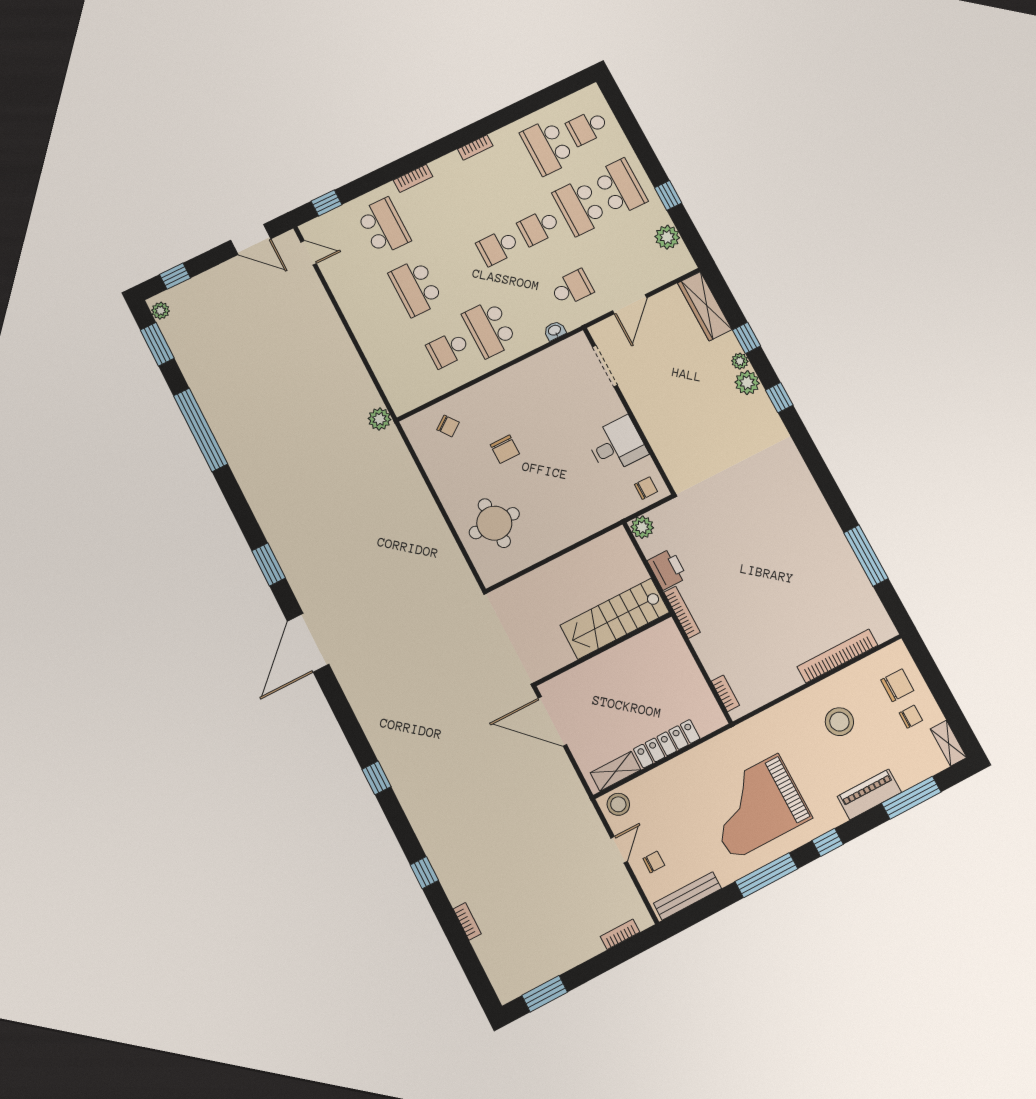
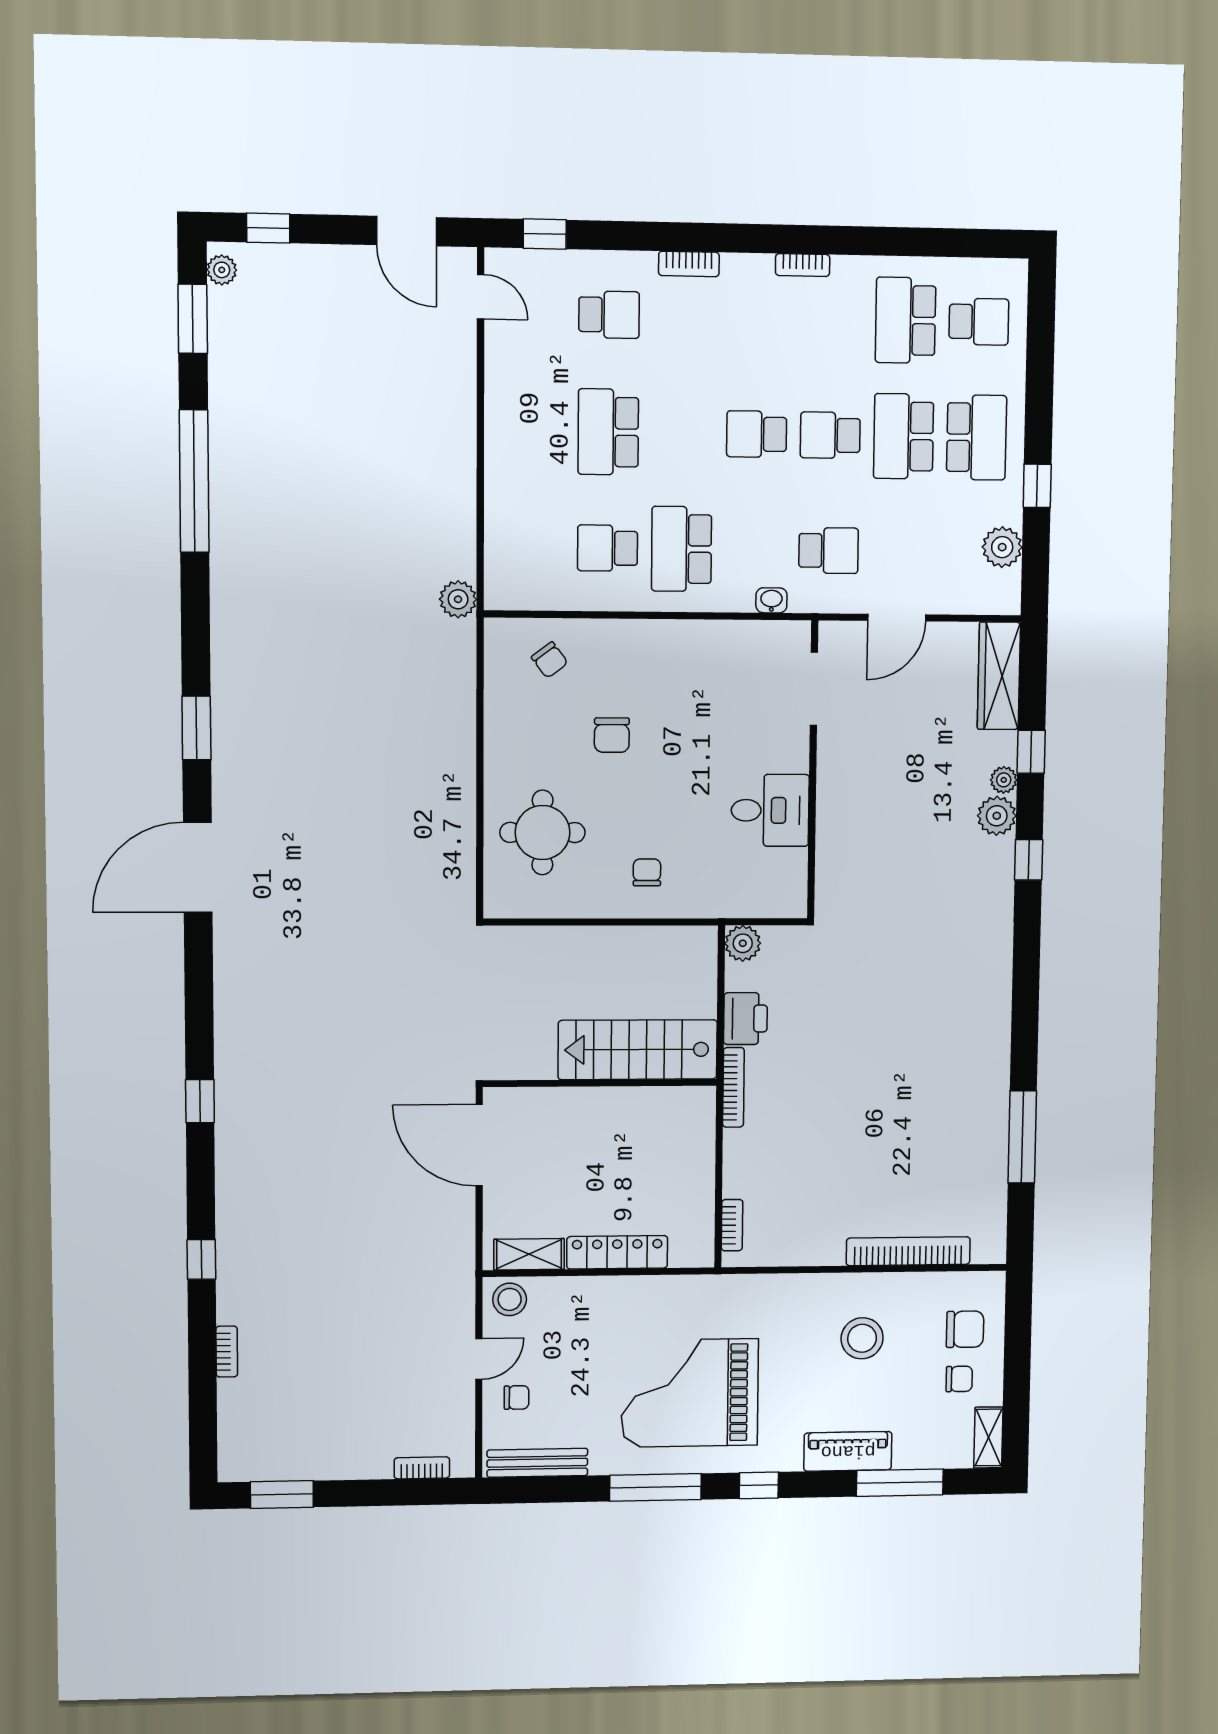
school desk: (587, 127) -> (979, 322), turned 180
school desk: (384, 226) -> (609, 315), width x0.54
chair: (646, 488) -> (647, 872), moved, turned -90

